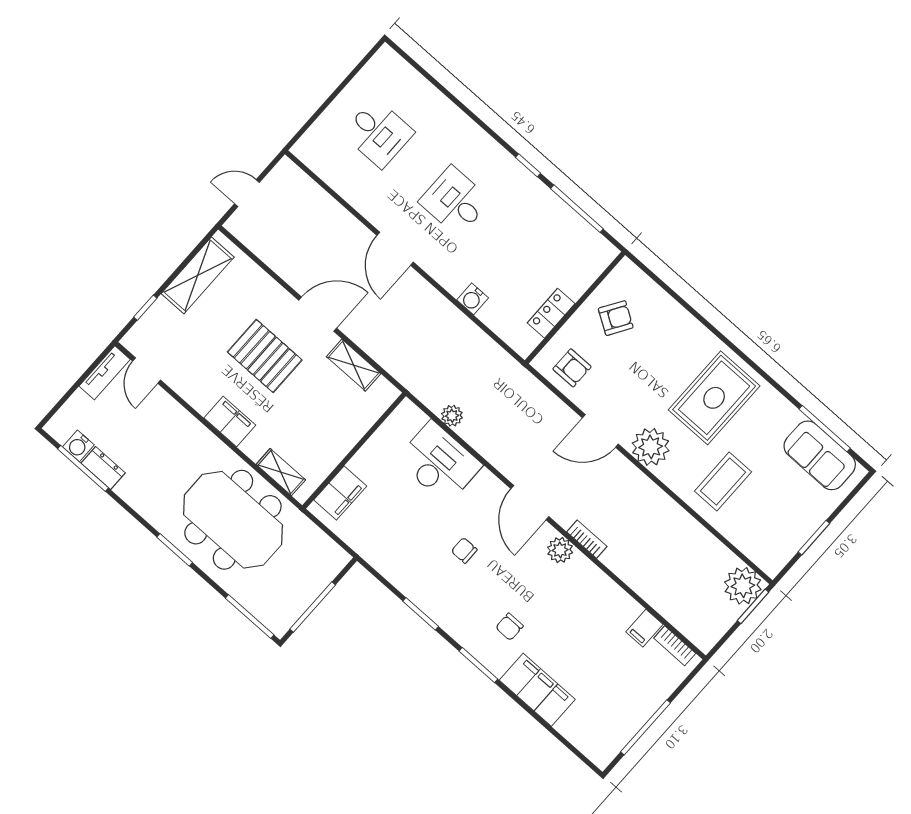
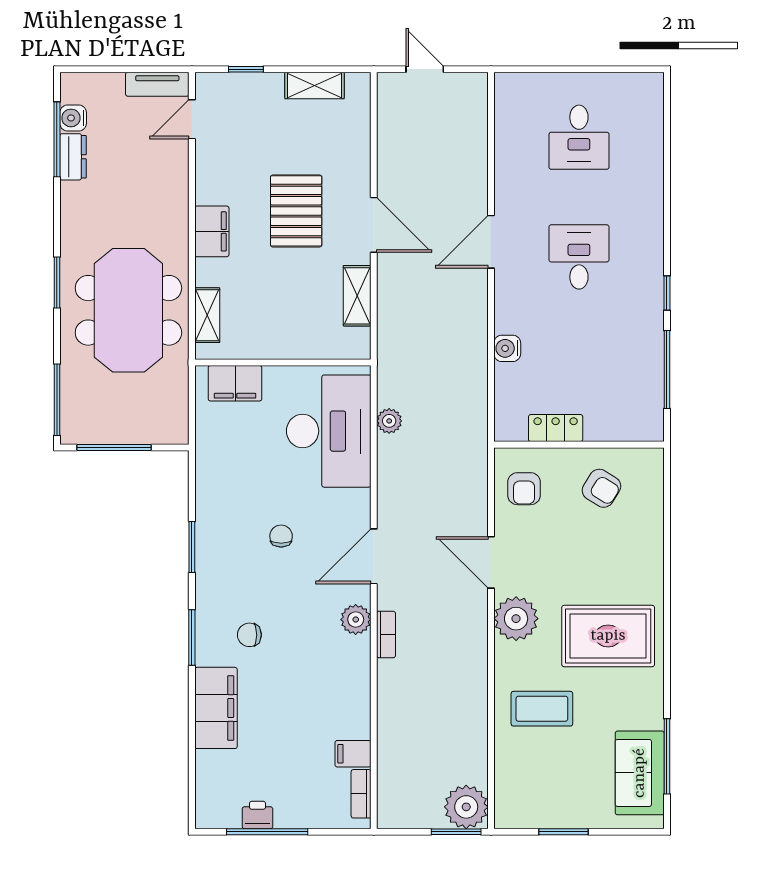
shelving: (198, 275) -> (315, 85), width x0.67, depth x0.75
desk: (439, 463) -> (329, 431), width x1.36, depth x1.30
printer: (629, 724) -> (257, 815), added

